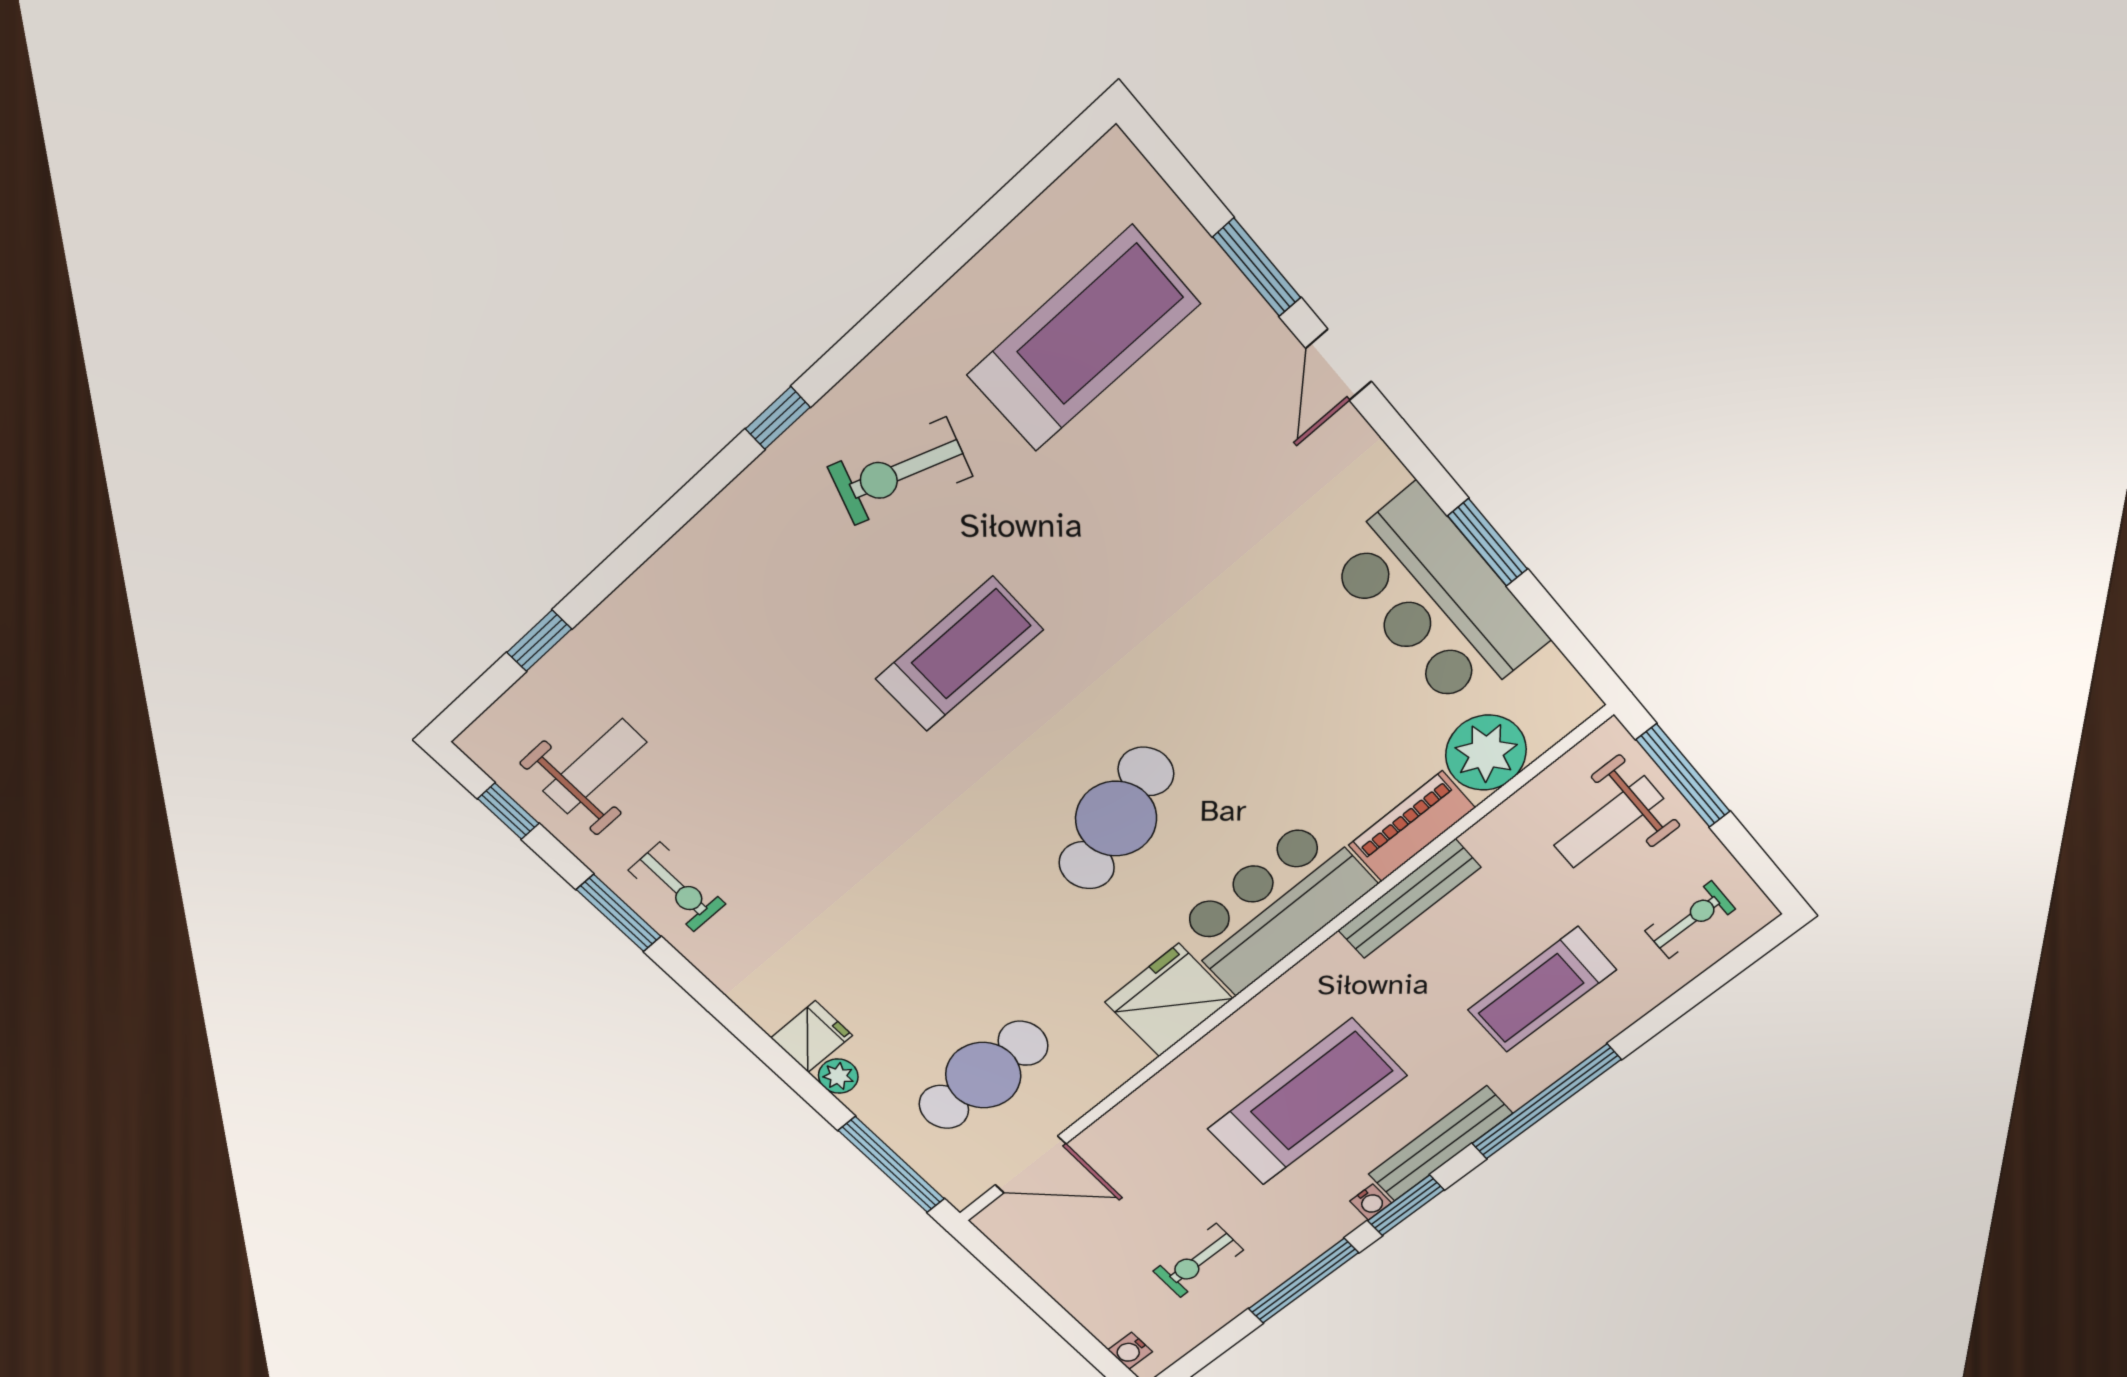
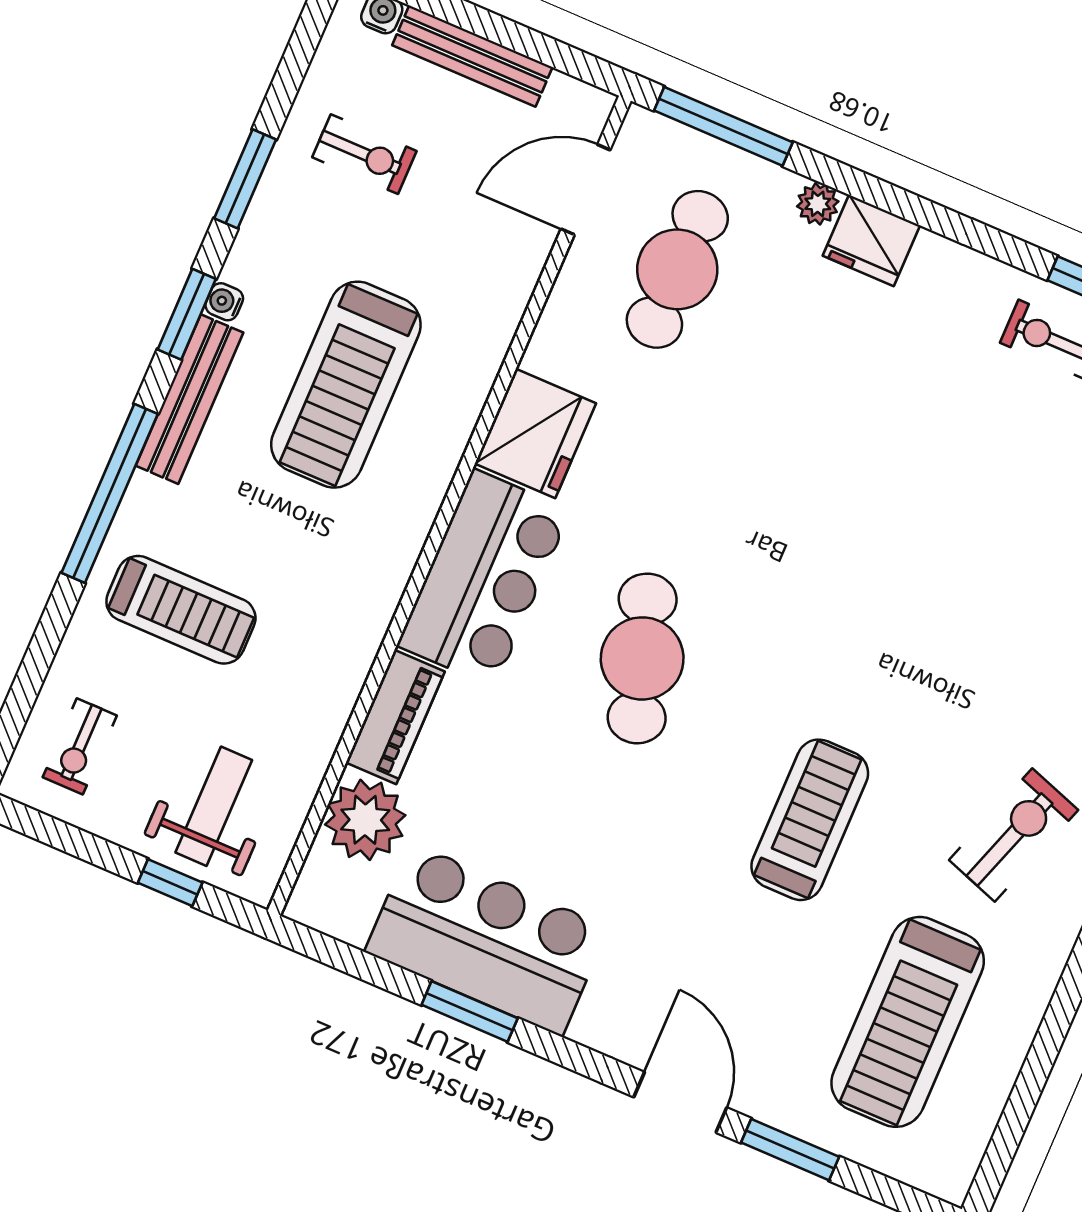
door: (1339, 365) -> (680, 1102), width x1.38
treadmill: (959, 654) -> (810, 820), moved, turned 180
window: (1683, 776) -> (170, 883), width x0.46
cafe table: (1116, 819) -> (642, 658), moved
bench: (1409, 899) -> (472, 56), moved, turned 90
treadmill: (1542, 990) -> (181, 610), turned 90
fridge: (812, 1037) -> (871, 240), width x1.38
exercise bike: (1198, 1261) -> (364, 154), turned 90
window: (1303, 1281) -> (245, 179), width x0.69

